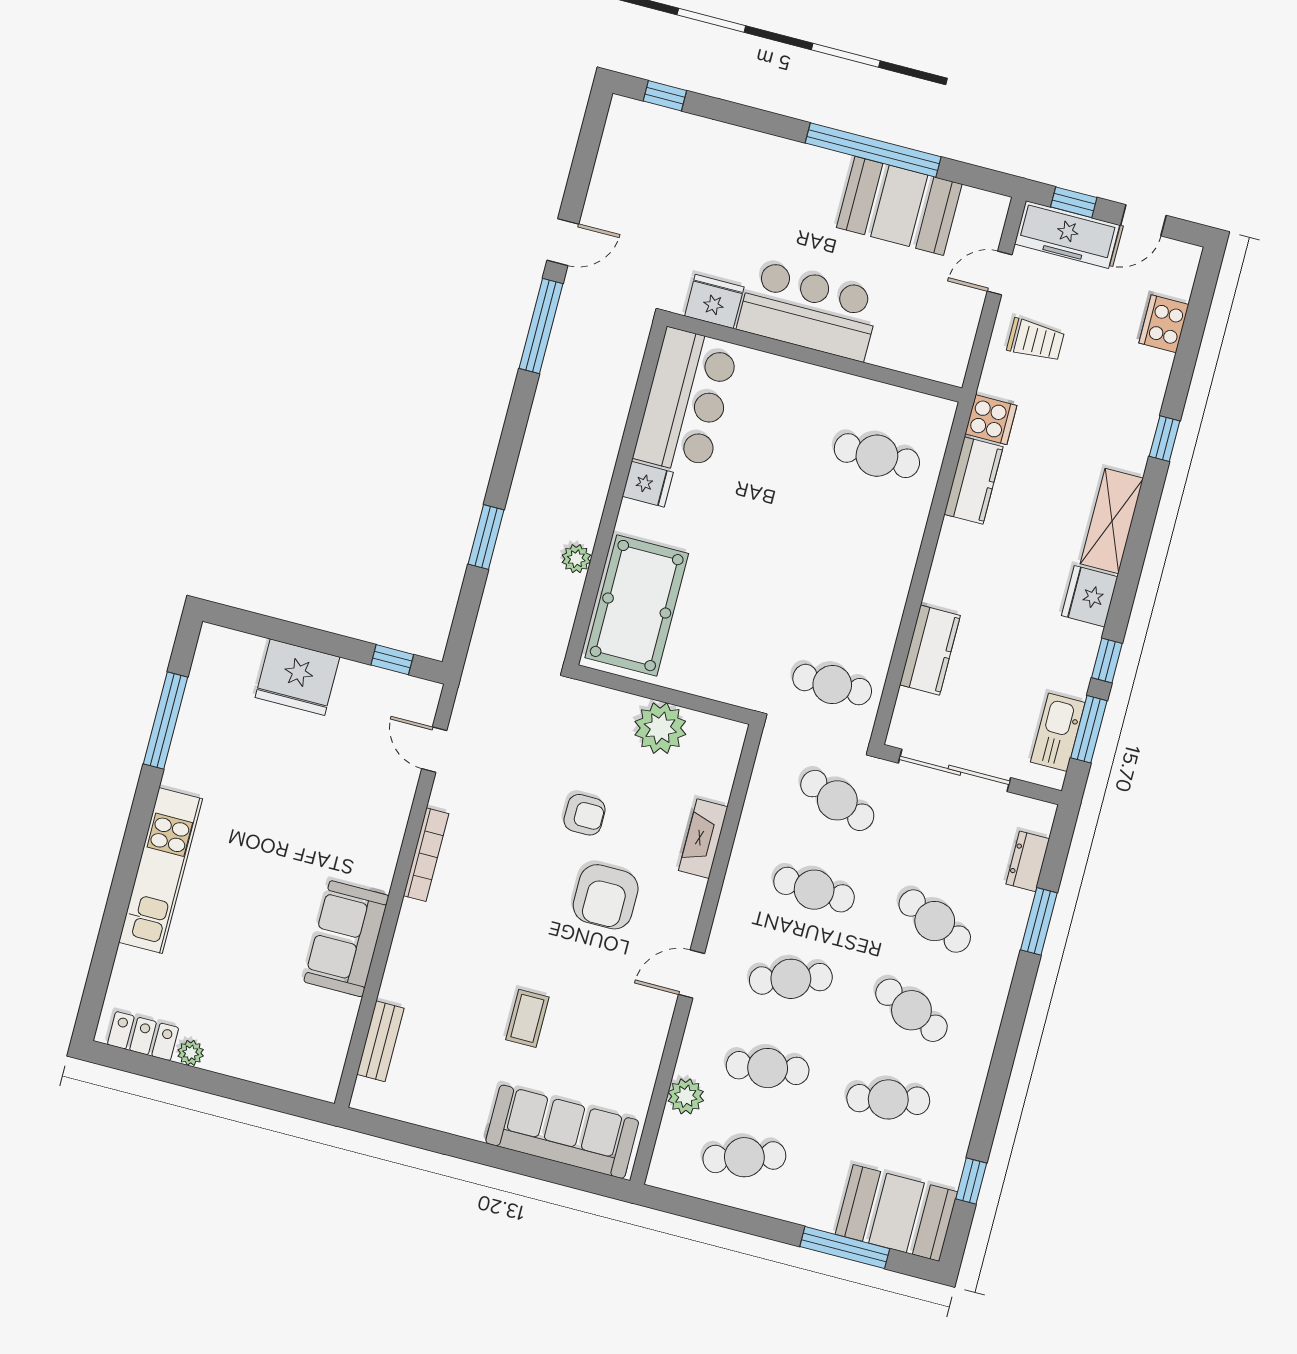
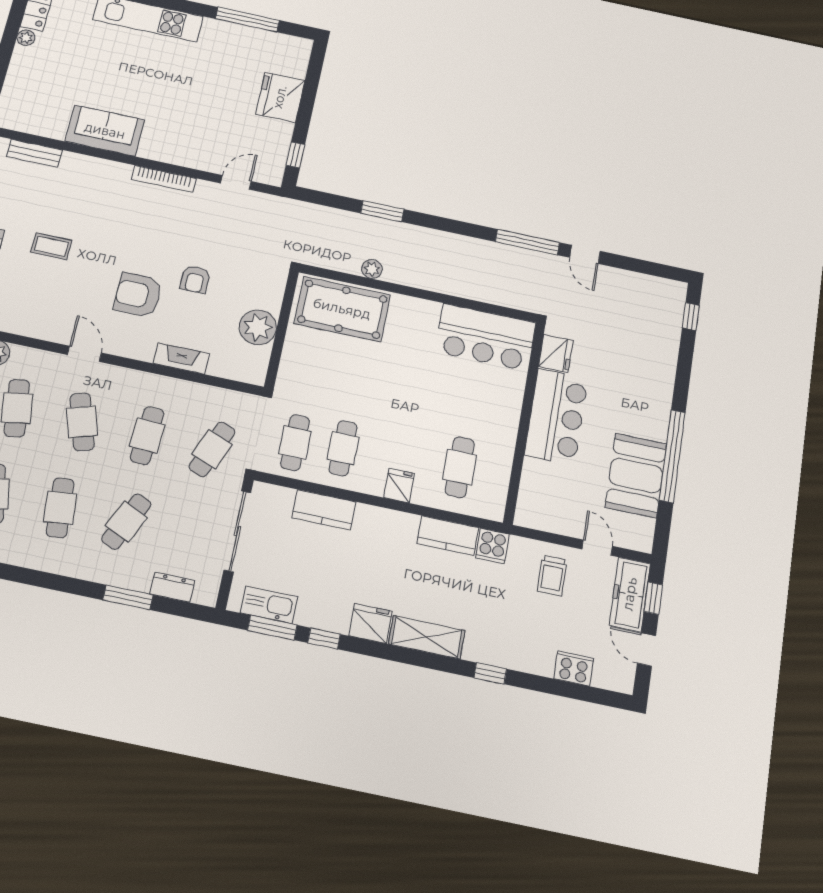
fridge: (648, 484) -> (399, 485), moved, turned 180
cafe table: (843, 618) -> (343, 448), added
cafe table: (911, 1010) -> (60, 508), turned -30

